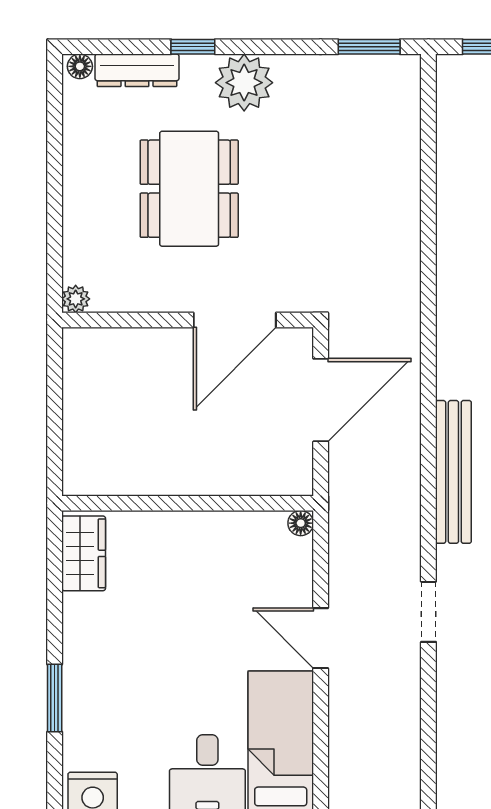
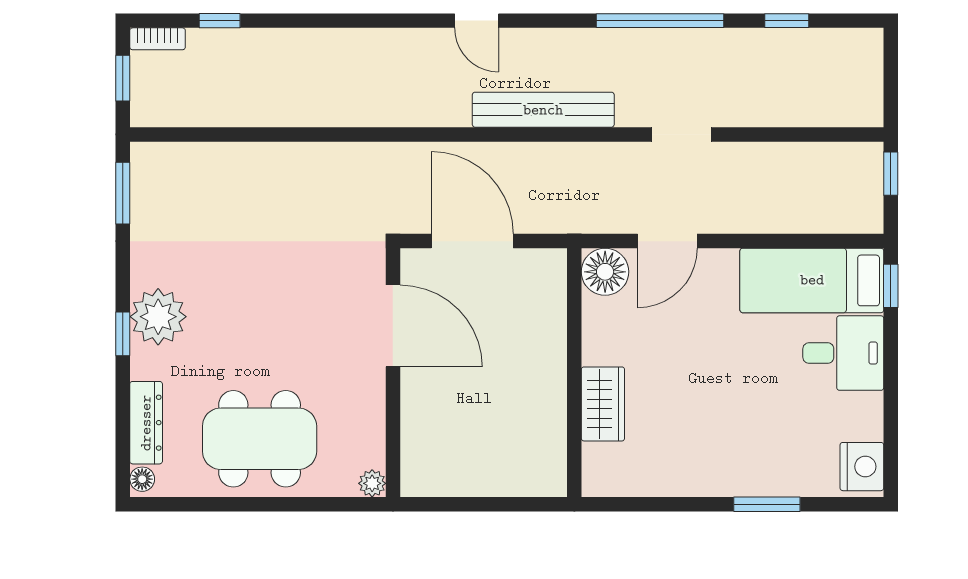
window: (193, 47) -> (123, 334), moved
dining table: (189, 189) -> (260, 439), moved
floor lamp: (301, 523) -> (605, 272), width x1.89, depth x1.89
wardrobe: (84, 553) -> (603, 404), moved, turned 90
door: (321, 638) -> (667, 241), moved

